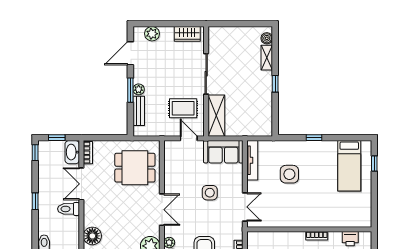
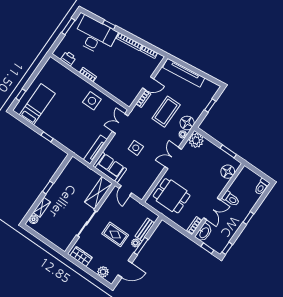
rug: (183, 108) -> (115, 234), moved
side table: (289, 174) -> (92, 101), moved

